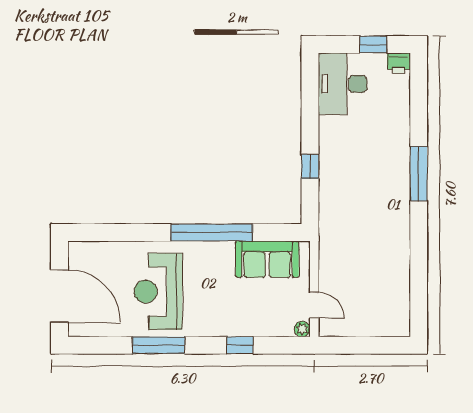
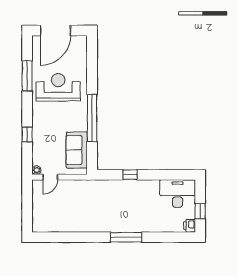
window: (158, 345) -> (27, 76), moved

